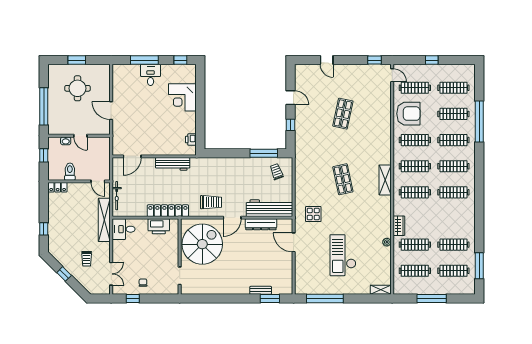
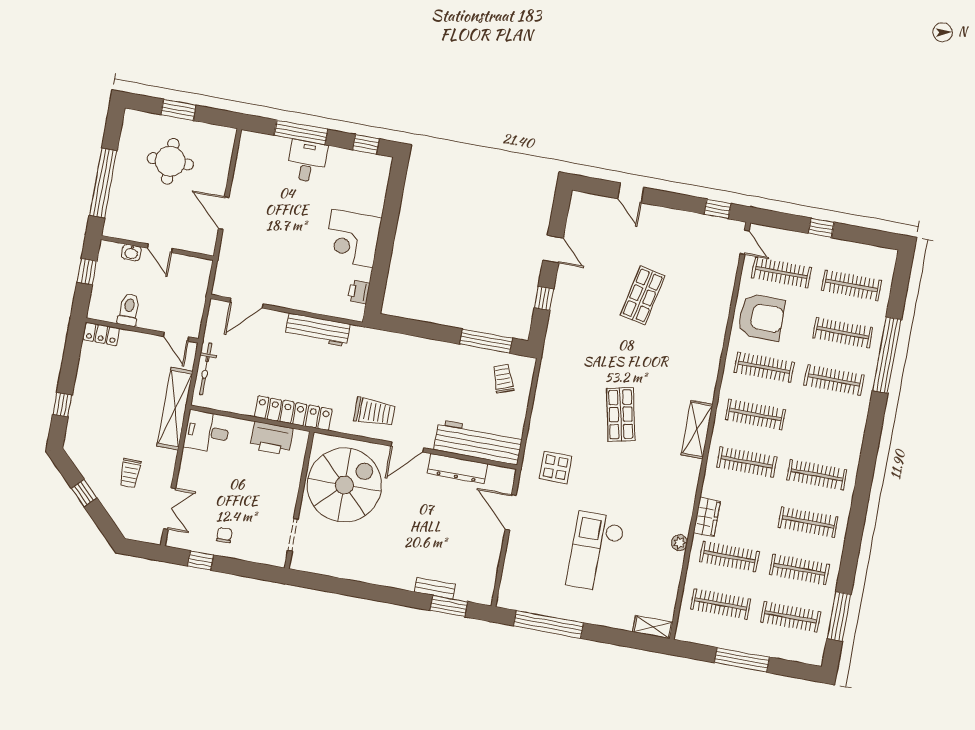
corner desk: (182, 97) -> (353, 238), moved
clothes rail: (453, 166) -> (808, 522), moved

